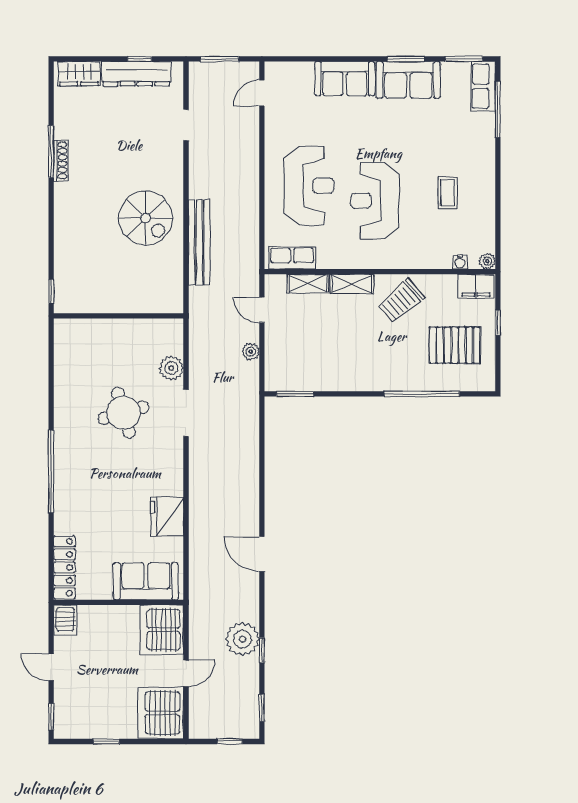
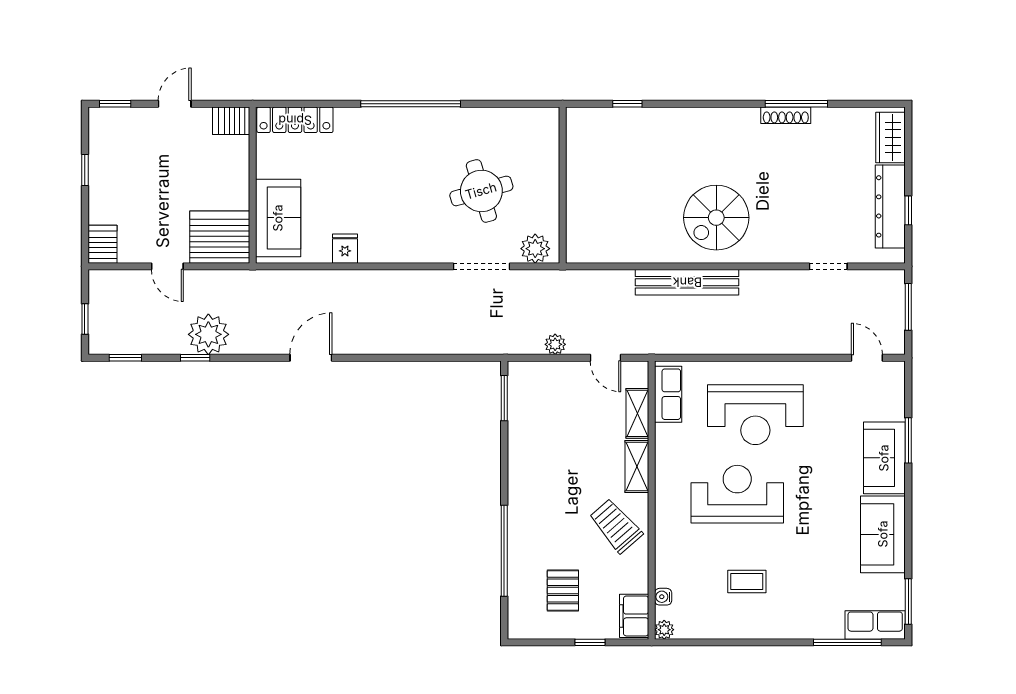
window: (406, 59) -> (908, 440), moved
door: (262, 310) -> (605, 358), swing flipped
wall: (119, 316) -> (563, 185), moved
pallet: (455, 345) -> (563, 591), width x0.67, depth x0.71
fridge: (167, 517) -> (345, 249), width x0.53, depth x0.75
server rack: (161, 713) -> (102, 244), width x0.46, depth x0.70

